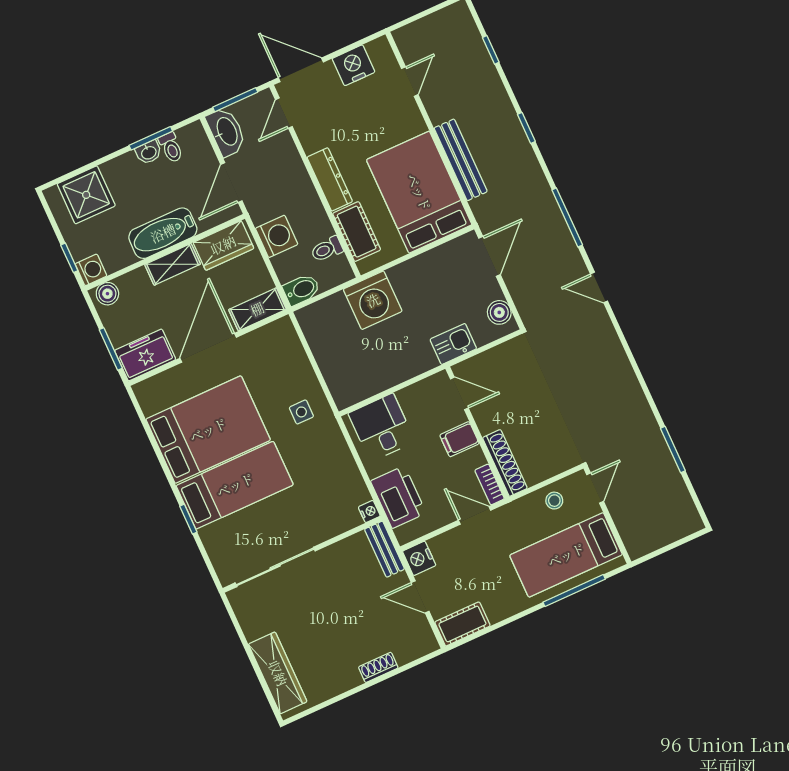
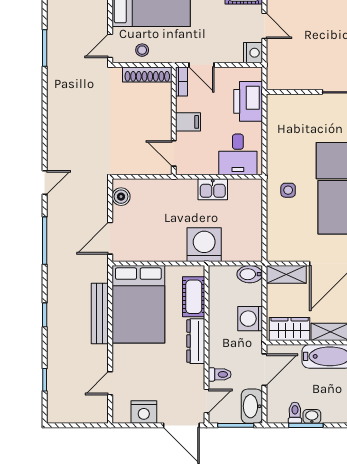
toilet: (327, 249) -> (220, 374), moved
door: (599, 287) -> (45, 182), hinge flipped
kitchen sink: (453, 344) -> (213, 189), moved
shoe rack: (505, 463) -> (147, 74), moved, turned -90
nightstand: (369, 511) -> (273, 101), removed
bench: (384, 549) -> (274, 70), removed

